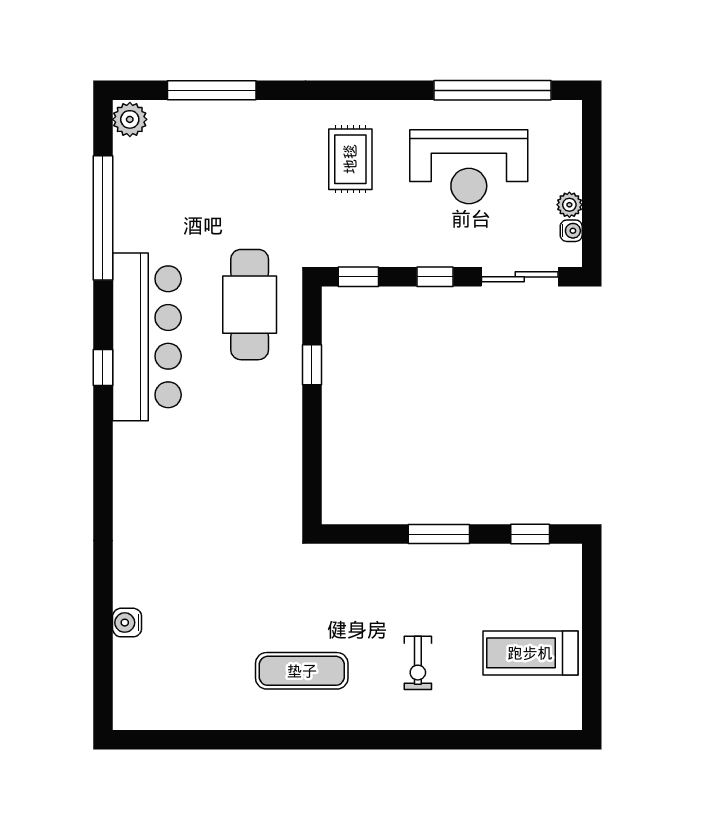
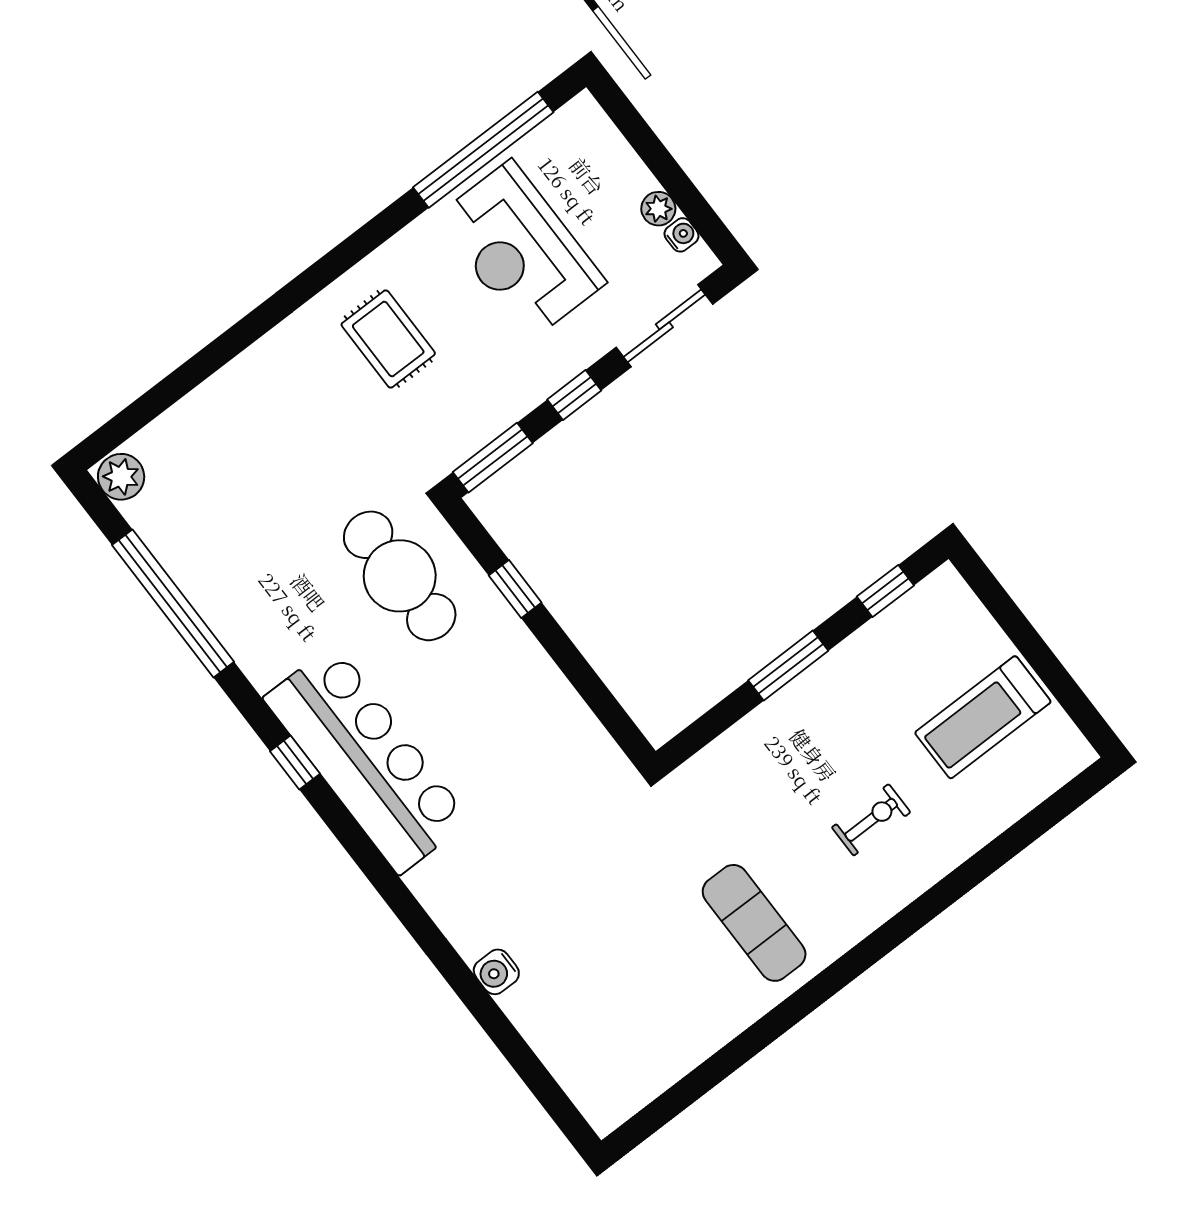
window: (212, 90) -> (185, 379), removed
reception desk: (469, 167) -> (520, 250), turned 90
window: (358, 277) -> (493, 458), width x1.50
bar counter: (147, 337) -> (367, 759), moved
water cooler: (127, 623) -> (496, 972), moved
exercise bike: (418, 663) -> (871, 820), turned -90
exercise mat: (302, 671) -> (754, 923), turned 90

